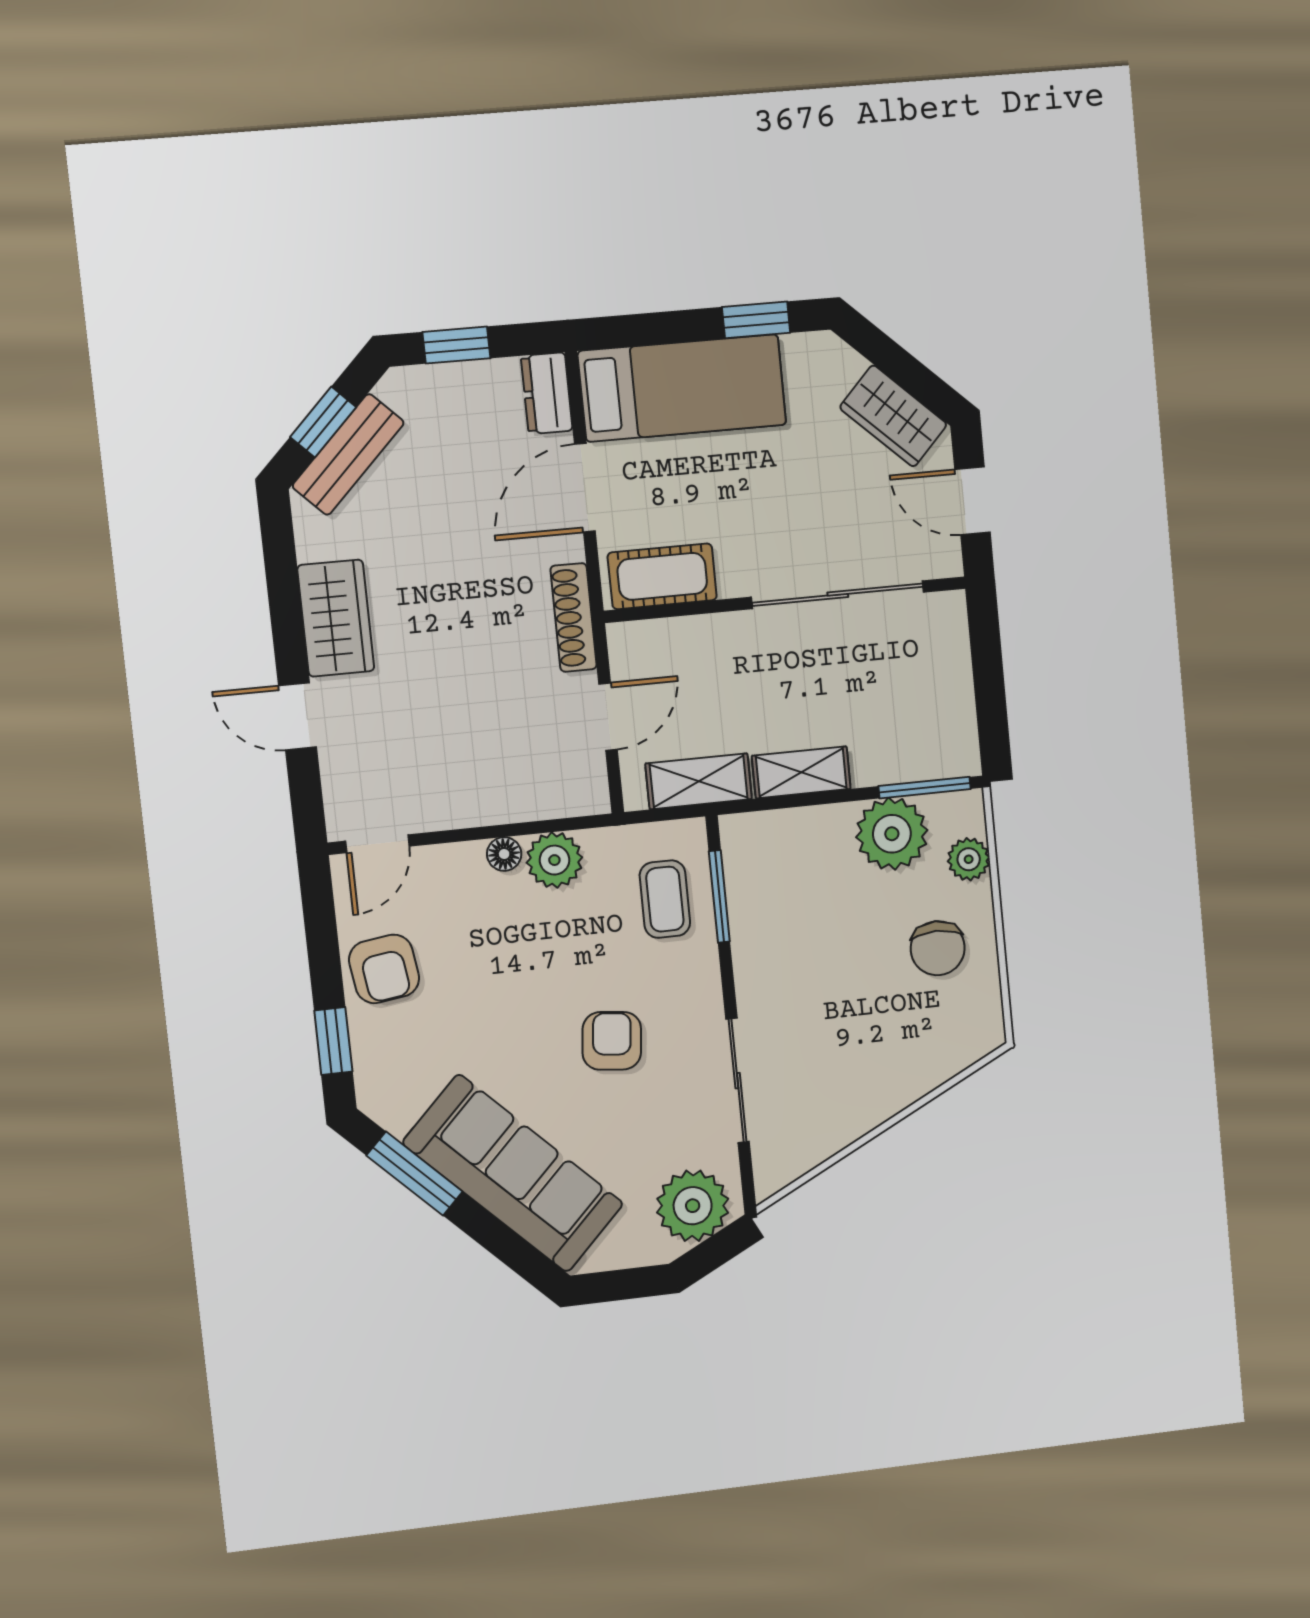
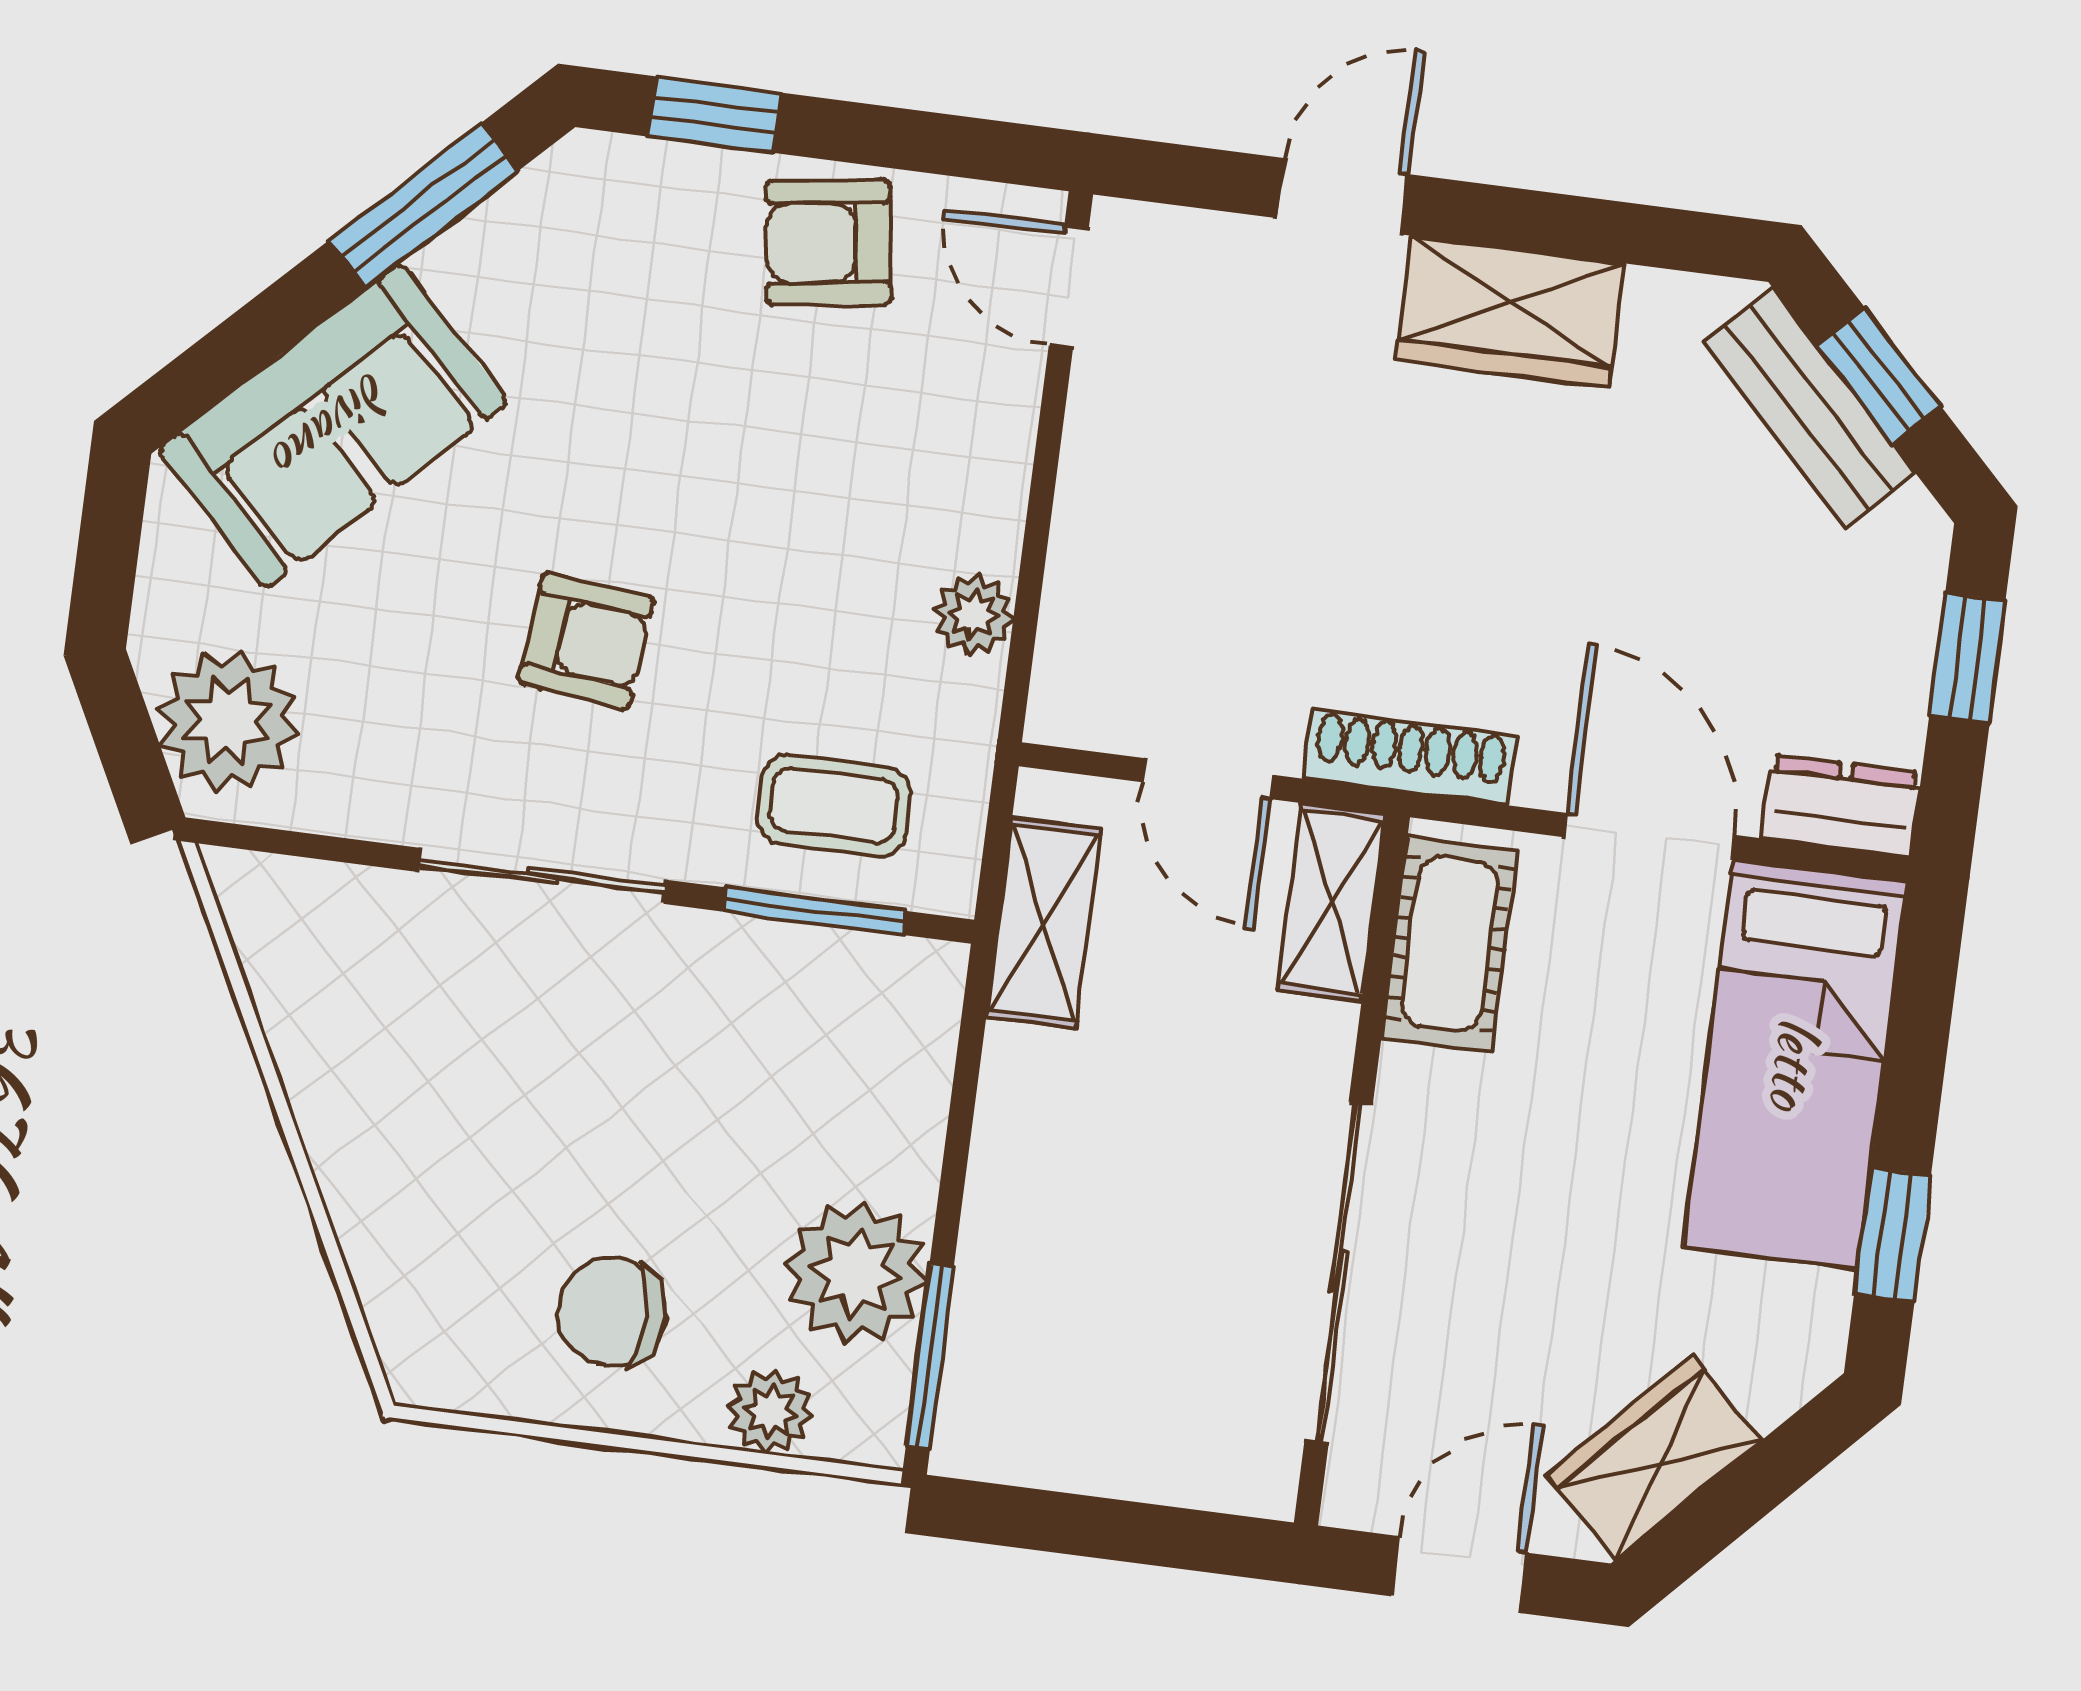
shelving: (801, 772) -> (1332, 902), moved
floor lamp: (504, 854) -> (993, 520), removed
plant: (554, 860) -> (974, 615), width x0.73, depth x0.73
sliding door: (738, 1081) -> (542, 876), moved
sofa: (513, 1173) -> (333, 426), width x0.73

